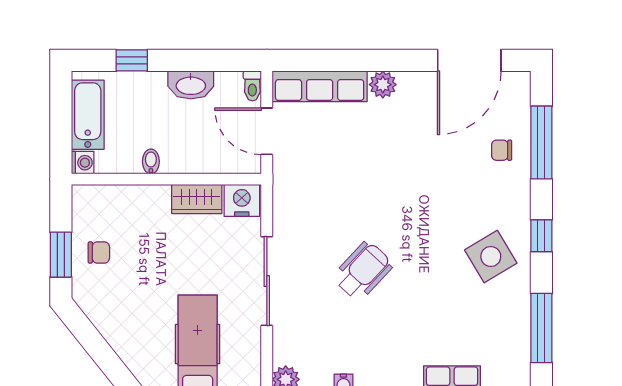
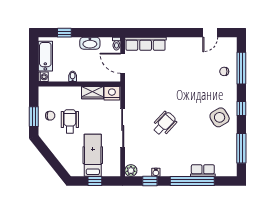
door: (469, 60) -> (210, 33), width x0.53
plant: (383, 85) -> (173, 43), removed
wheelchair: (145, 266) -> (70, 121), added

